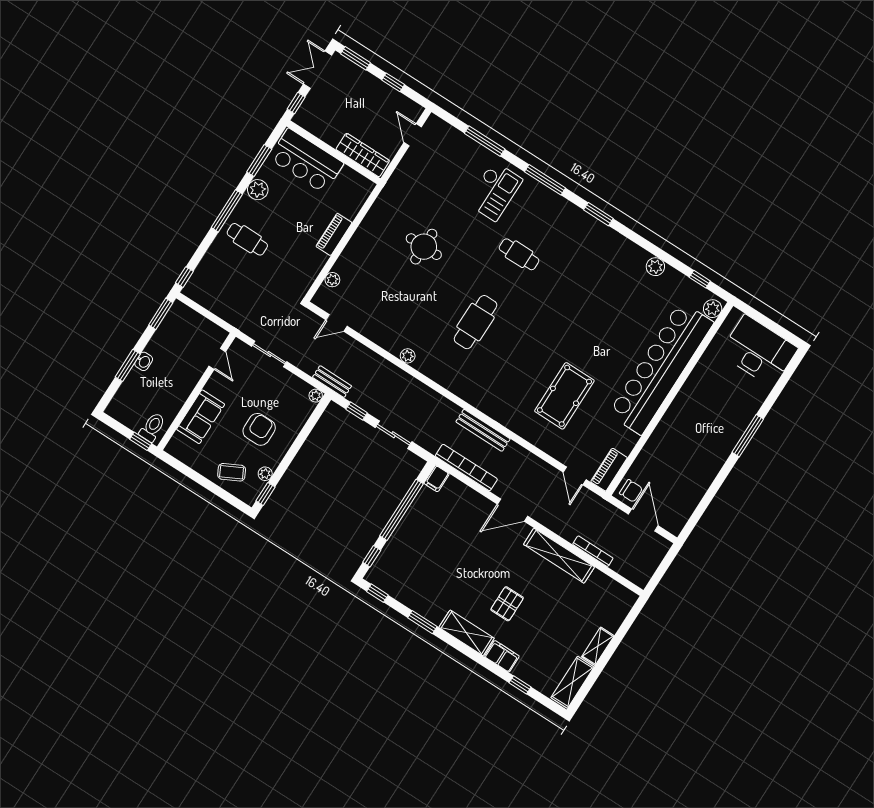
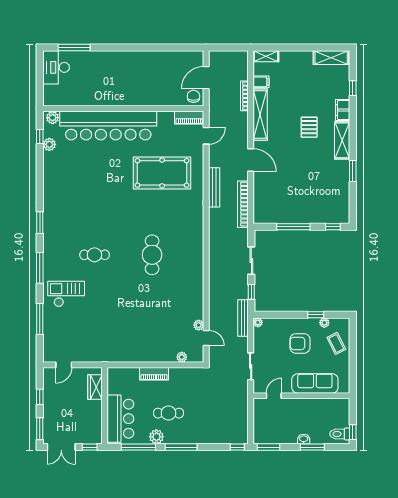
wardrobe: (363, 155) -> (95, 387), width x0.67
window: (259, 161) -> (138, 447), width x1.44
cafe table: (247, 239) -> (169, 413), moved, turned 90
round table: (424, 247) -> (127, 315), removed
cafe table: (519, 254) -> (95, 255), turned 90
plant: (655, 267) -> (49, 144), moved
cafe table: (476, 322) -> (152, 255), turned 90
desk: (759, 351) -> (56, 67), width x0.73, depth x0.77
plant: (408, 356) -> (199, 325), moved
bench: (332, 382) -> (243, 318), width x1.36
pool table: (564, 396) -> (162, 173), width x1.36, depth x1.32
sofa: (201, 417) -> (315, 383), width x1.36
toilet: (152, 427) -> (340, 434), moved
bench: (483, 430) -> (214, 187), moved
window: (748, 436) -> (74, 47), moved
window: (141, 441) -> (353, 432), moved
filing cabinet: (437, 479) -> (261, 82), moved
window: (266, 494) -> (316, 315), moved
window: (402, 510) -> (293, 227), width x0.68
window: (377, 593) -> (353, 209), removed
pallet: (507, 604) -> (309, 127), turned 90
shelving: (598, 646) -> (266, 56), moved

